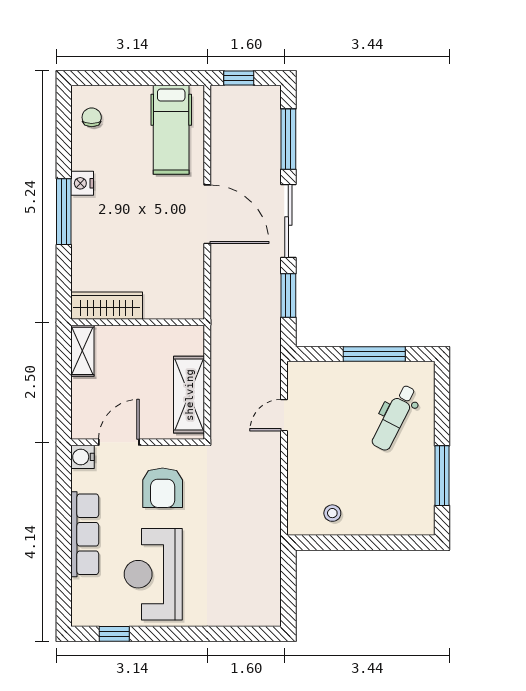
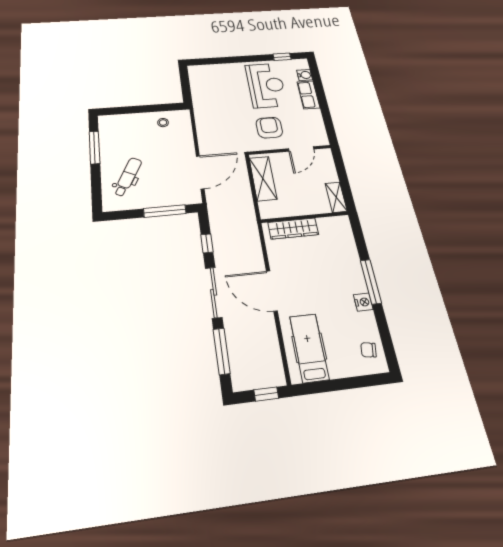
chair: (92, 117) -> (369, 350), turned 99
window: (288, 295) -> (207, 243), width x0.67
wardrobe: (107, 306) -> (293, 229), moved
window: (374, 354) -> (165, 211), moved
door: (284, 415) -> (200, 172), width x1.87
water cooler: (83, 457) -> (305, 75), moved
row of seats: (85, 534) -> (308, 95), width x0.68

